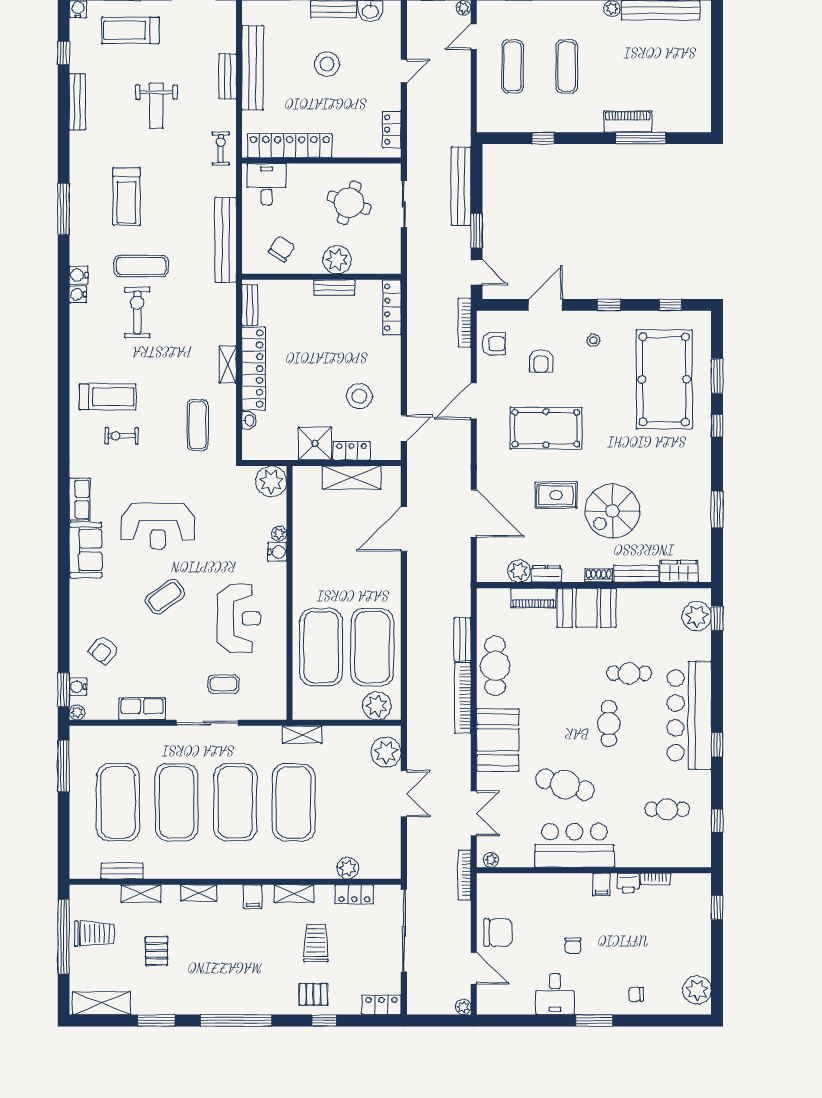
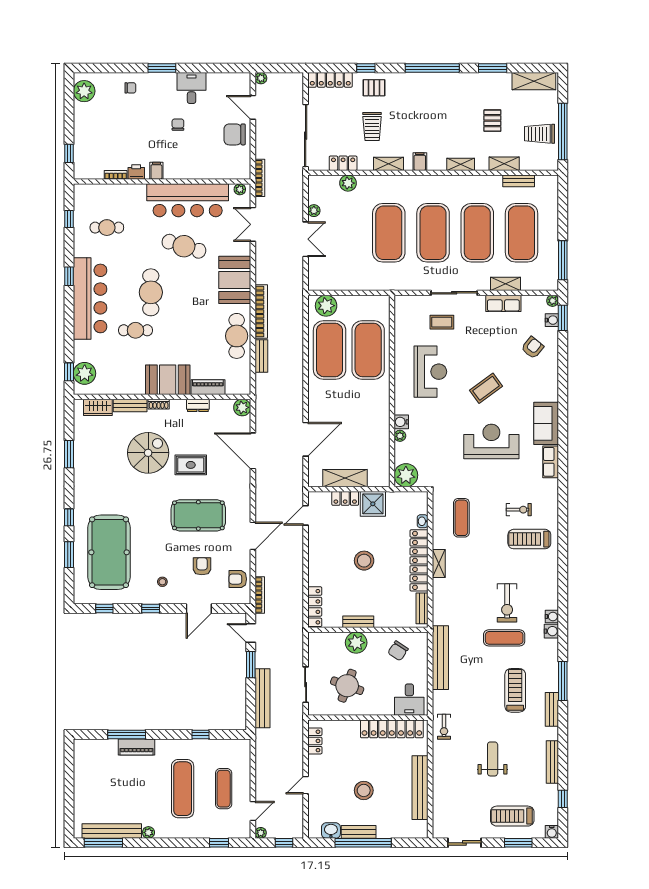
treadmill: (130, 30) -> (512, 816), turned 180
exercise mat: (567, 66) -> (183, 789), width x1.36, depth x1.45
bench: (228, 76) -> (552, 709), moved
stool: (359, 396) -> (364, 561), moved
plant: (519, 571) -> (242, 407), moved
reception desk: (239, 618) -> (430, 372), turned 180
cafe table: (609, 723) -> (151, 292), width x1.37, depth x1.35
shelving: (302, 735) -> (506, 284), moved
plant: (386, 752) -> (314, 211), moved, width x0.53, depth x0.53
double door: (404, 794) -> (306, 239), swing flipped
bar counter: (574, 845) -> (188, 200), width x1.36
locker: (381, 1005) -> (330, 80), width x1.53

